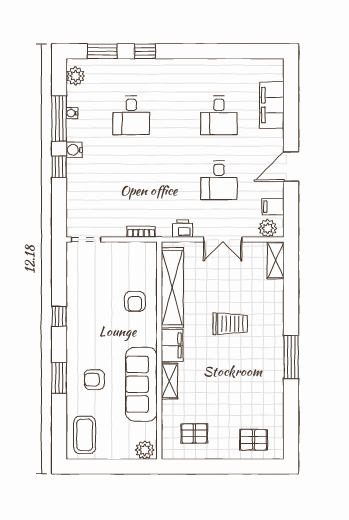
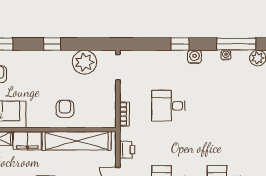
desk: (131, 115) -> (168, 106), moved
window: (59, 119) -> (236, 44), moved
plant: (80, 279) -> (84, 62), added
armchair: (135, 301) -> (65, 109), turned 90

